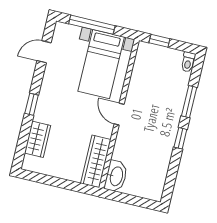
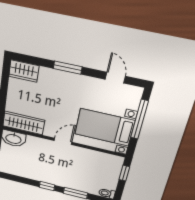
window: (32, 104) -> (68, 68), width x1.50
wardrobe: (37, 139) -> (24, 71), moved

